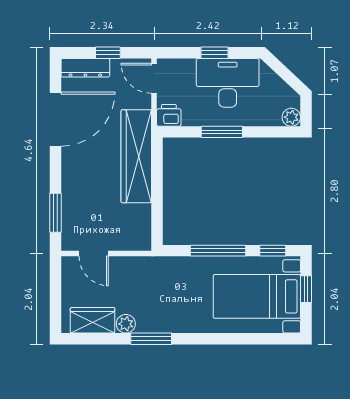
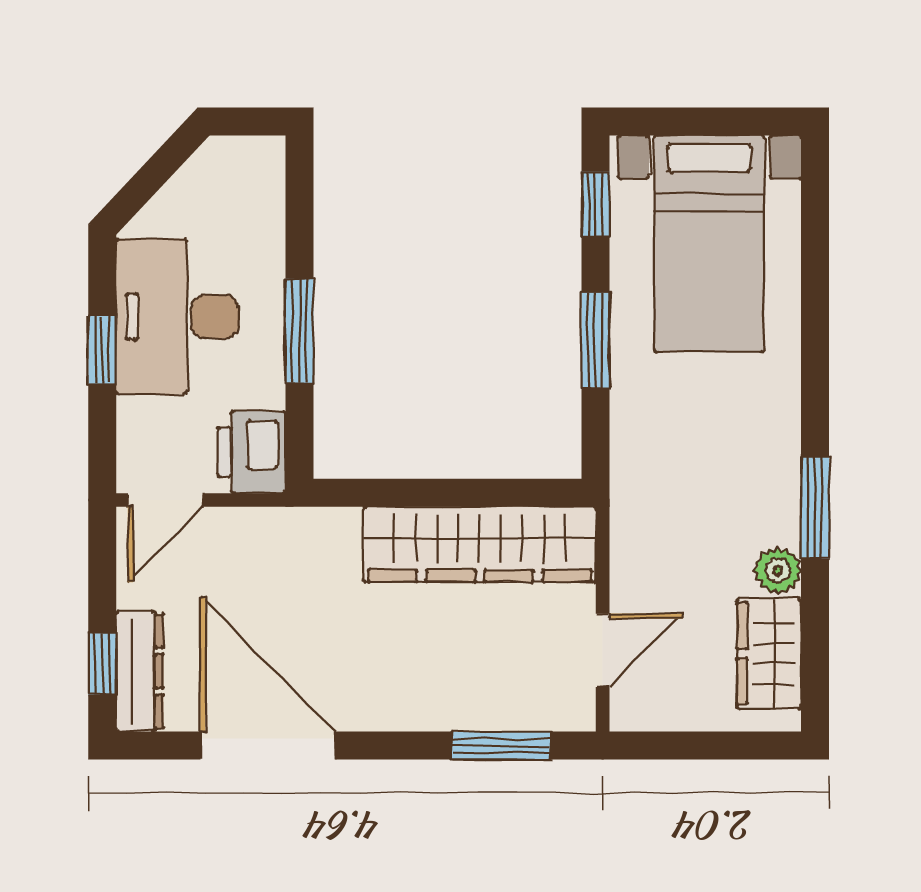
window: (108, 53) -> (102, 664), moved
printer: (169, 115) -> (252, 452), width x1.36, depth x1.24
plant: (291, 117) -> (263, 158), removed
wardrobe: (136, 156) -> (480, 544), moved
window: (218, 251) -> (595, 340), width x0.69
window: (306, 289) -> (691, 121), removed

